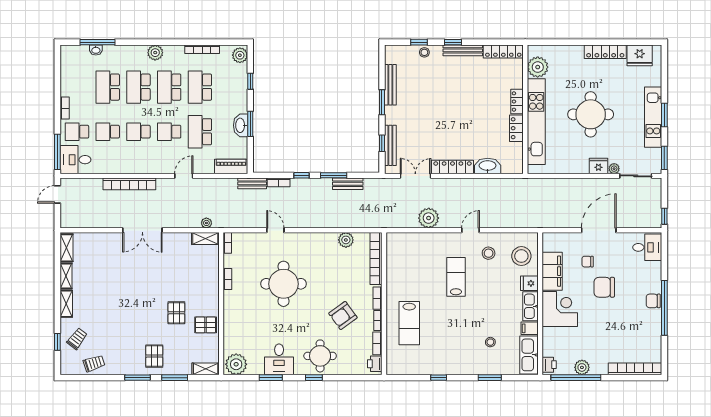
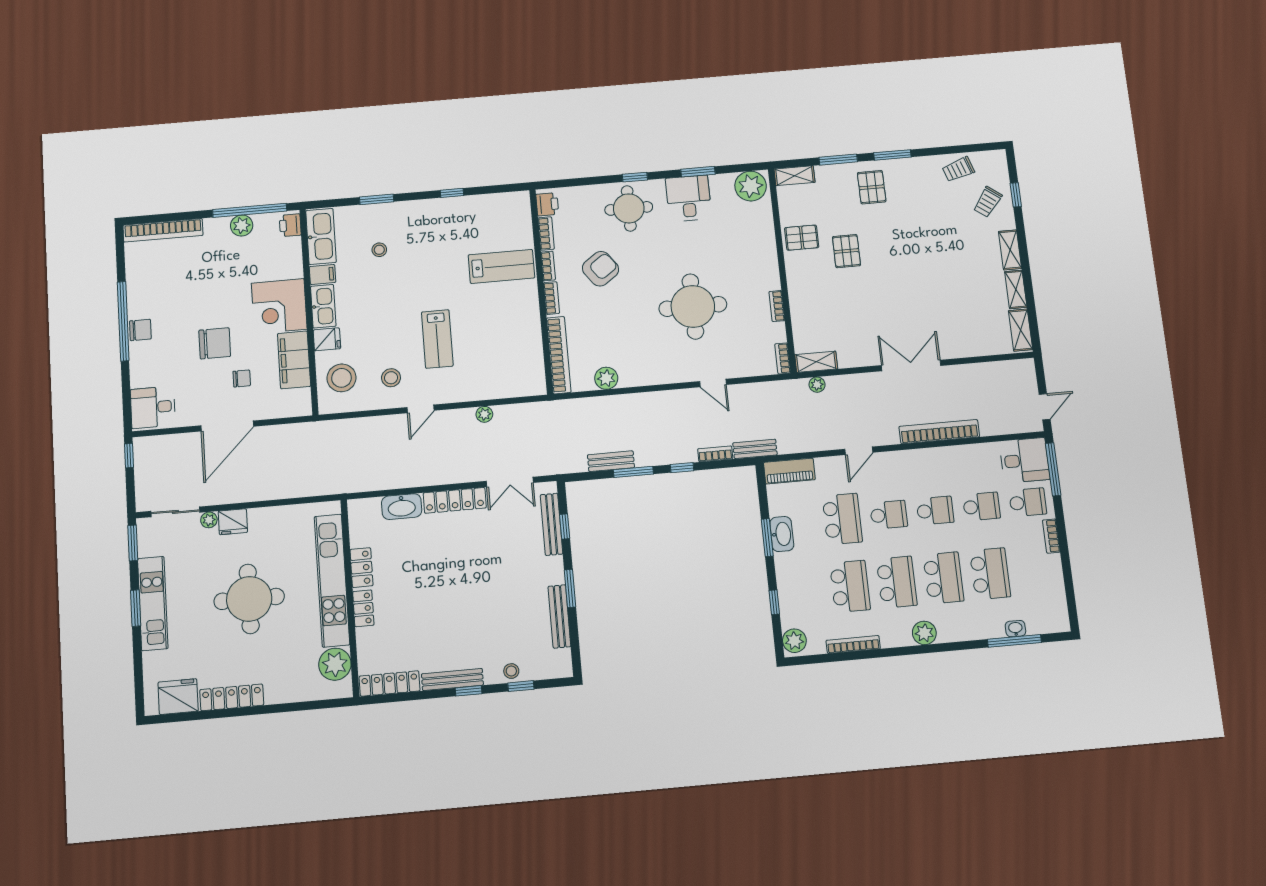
plant: (429, 218) -> (484, 414), width x0.53, depth x0.53
lab bench: (409, 323) -> (501, 266), turned 90

